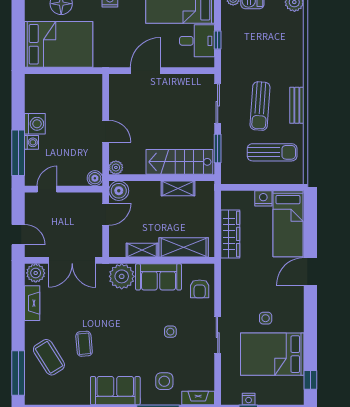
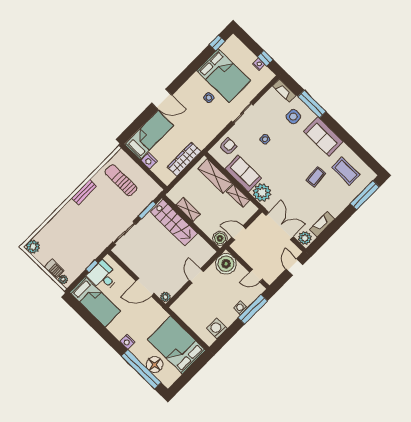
sun lounger: (260, 106) -> (104, 210), removed
washing machine: (35, 124) -> (217, 328), moved
plant: (116, 167) -> (165, 297), moved
boiler: (95, 178) -> (226, 264), width x1.86, depth x1.86
coffee table: (49, 357) -> (346, 171), moved, turned -58

